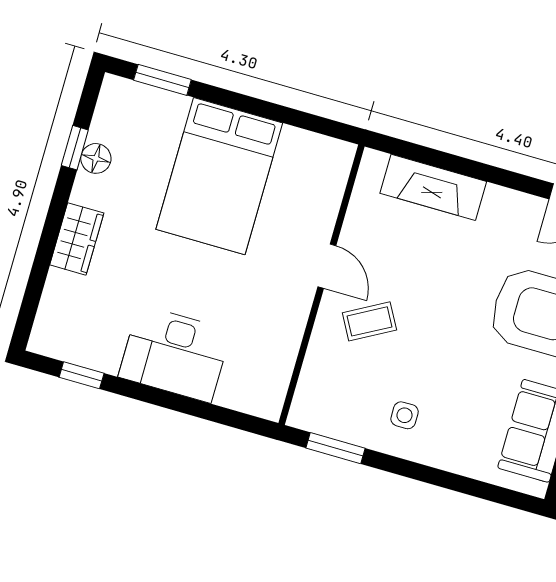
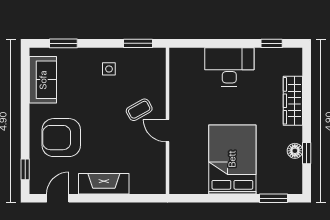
fireplace: (433, 187) -> (104, 184), moved
wardrobe: (77, 239) -> (293, 101), width x1.50
window: (477, 489) -> (63, 43), added

